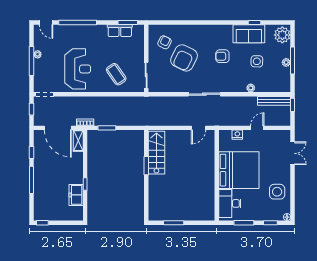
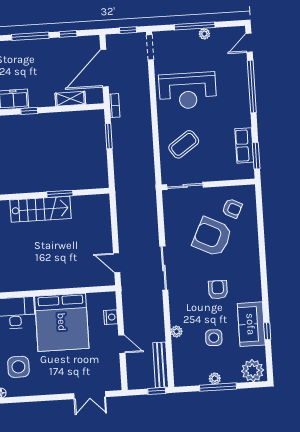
shelving: (78, 141) -> (70, 99), moved
stairs: (156, 153) -> (40, 209), moved
side table: (277, 192) -> (18, 367), moved

